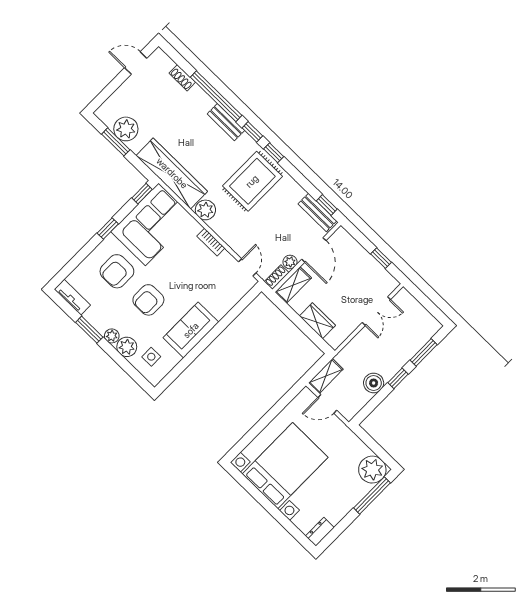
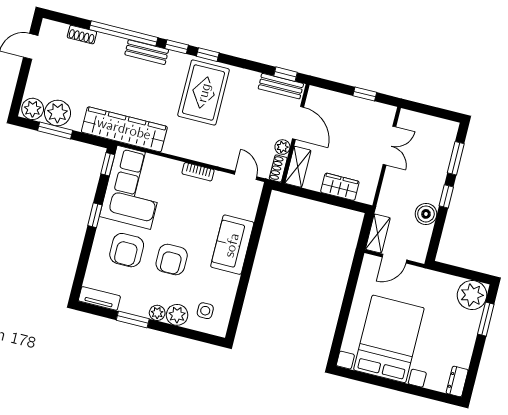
plant: (205, 210) -> (33, 109), moved
sofa: (191, 330) -> (232, 245), moved
window: (372, 495) -> (486, 319), width x0.69

